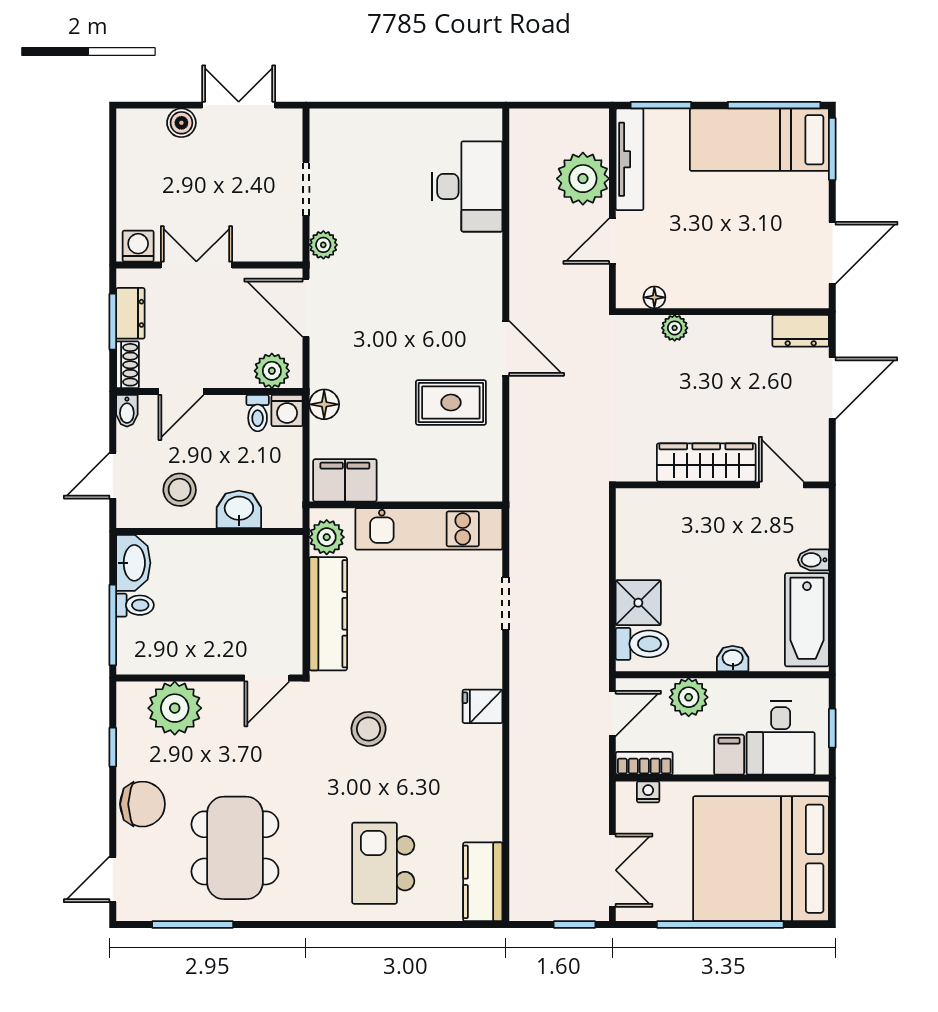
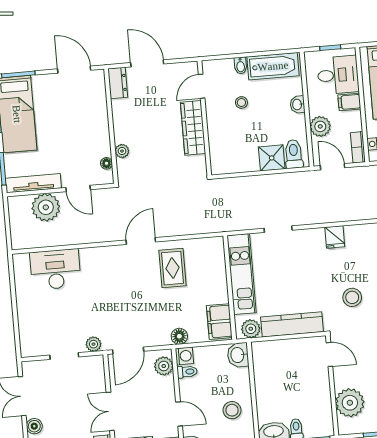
washbasin: (239, 509) -> (238, 355), moved
stool: (745, 556) -> (241, 102), added

